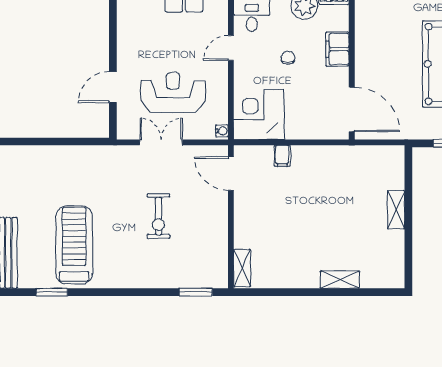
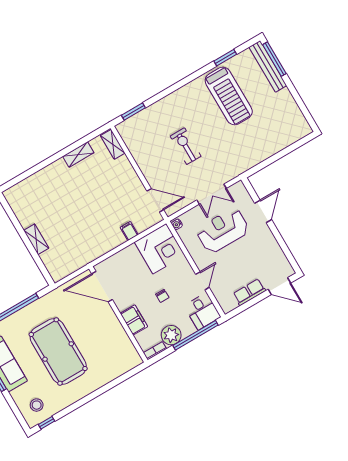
reception desk: (173, 92) -> (223, 231), turned 180
shelving: (340, 280) -> (78, 155), moved

